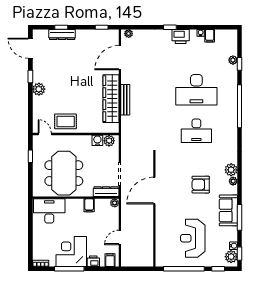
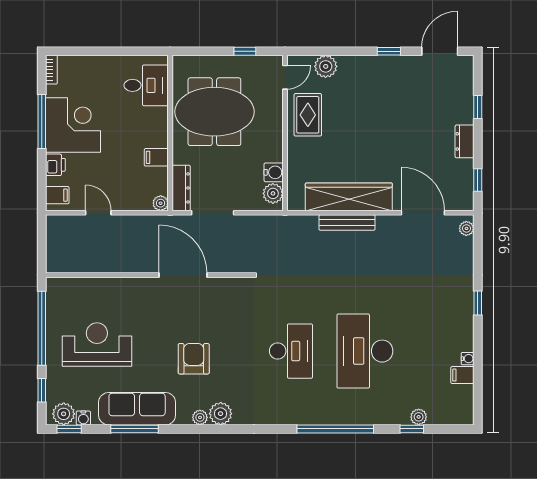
dresser: (62, 35) -> (465, 141), moved, width x0.70
printer: (181, 37) -> (461, 323), removed
plant: (39, 89) -> (326, 66), moved
desk: (196, 131) -> (291, 351), turned 180
sofa: (228, 210) -> (137, 409), width x1.36
desk: (49, 211) -> (146, 85), width x0.73

